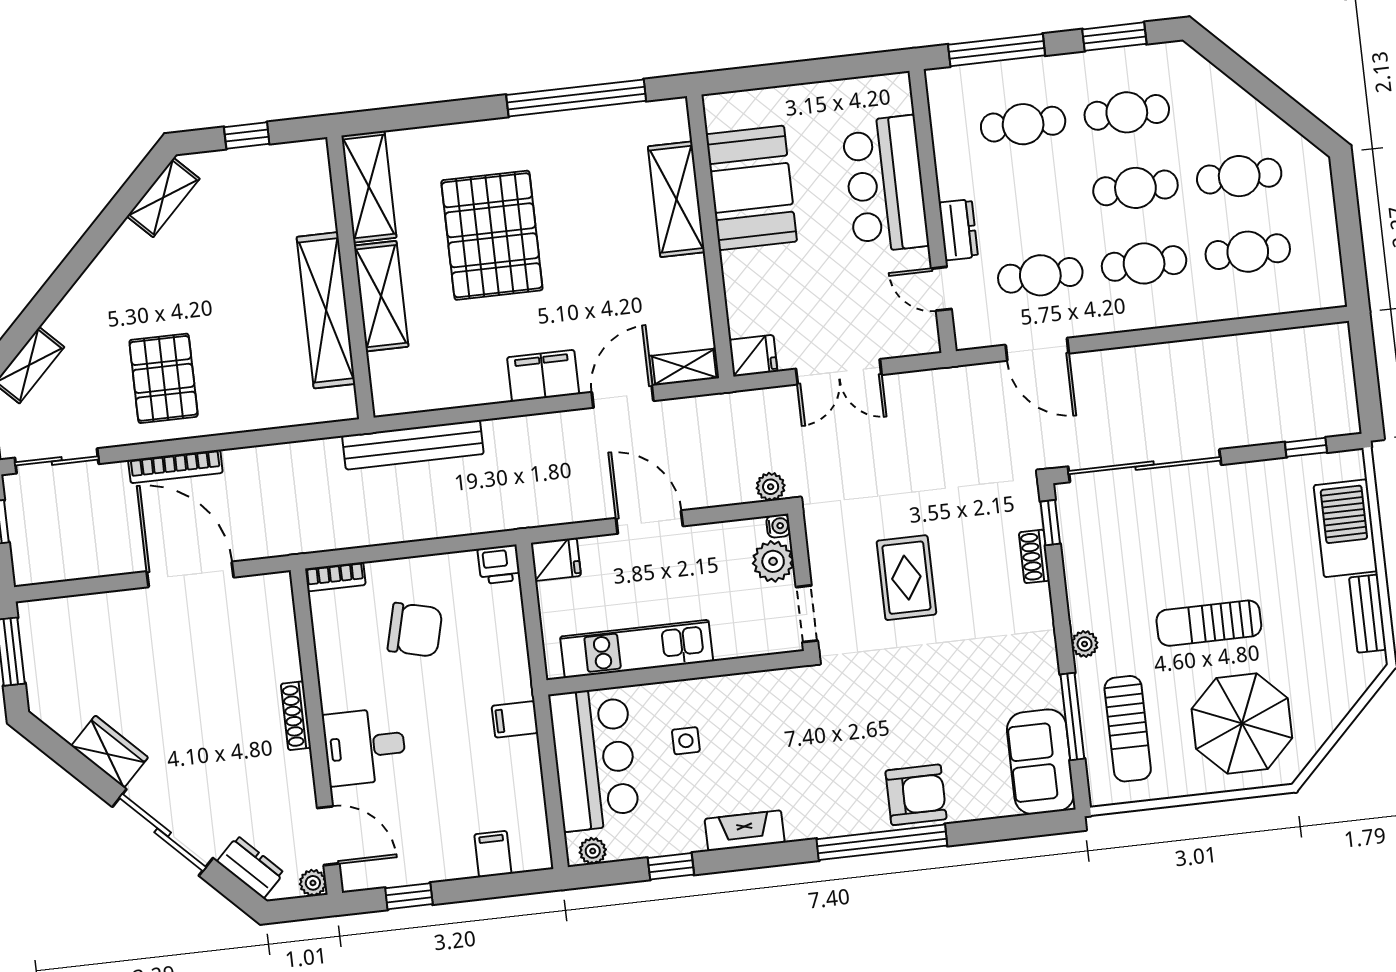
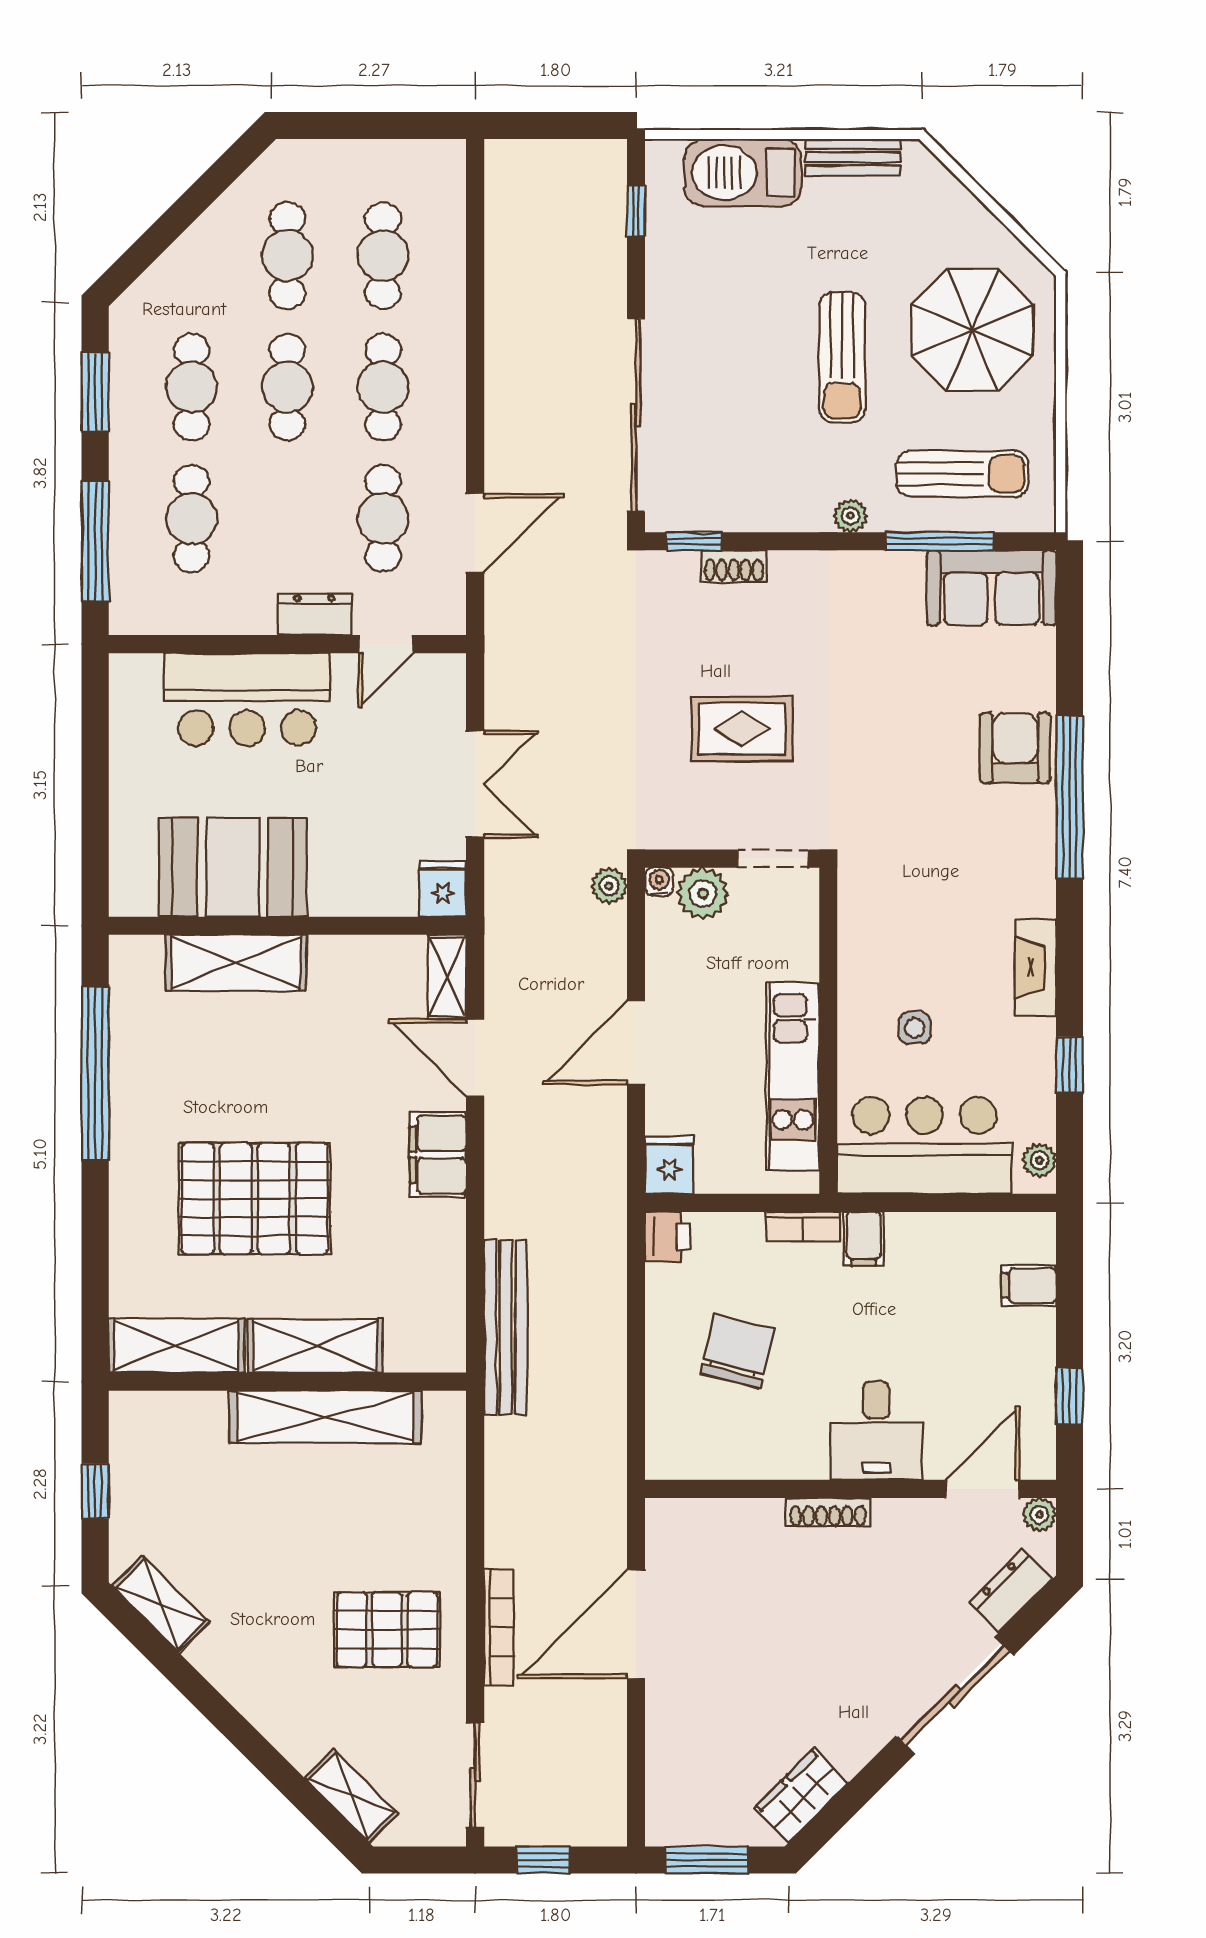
bookcase: (335, 577) -> (803, 1226), moved, turned 90
wardrobe: (110, 752) -> (801, 1795), moved

